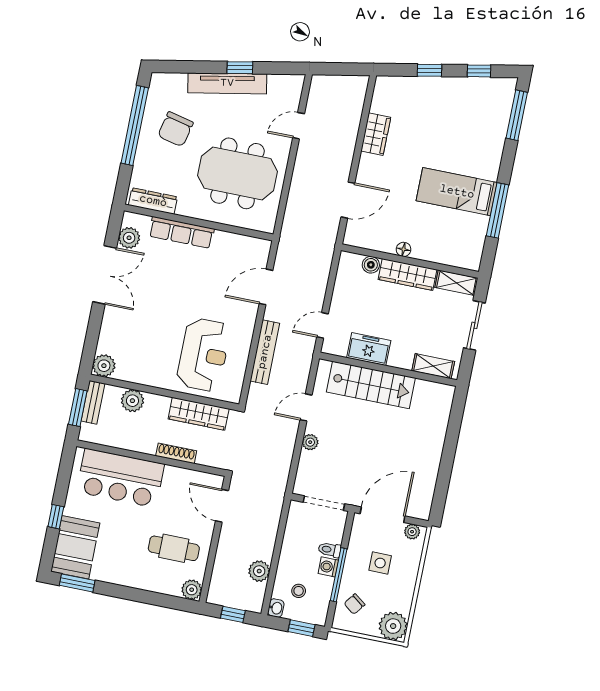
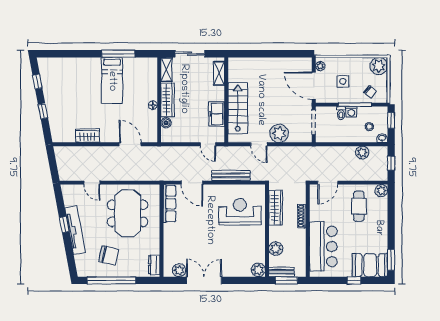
window: (517, 115) -> (59, 54), removed
dresser: (153, 201) -> (154, 265), width x0.70
row of seats: (181, 232) -> (169, 204), moved
plant: (310, 442) -> (279, 133), width x1.88, depth x1.88

